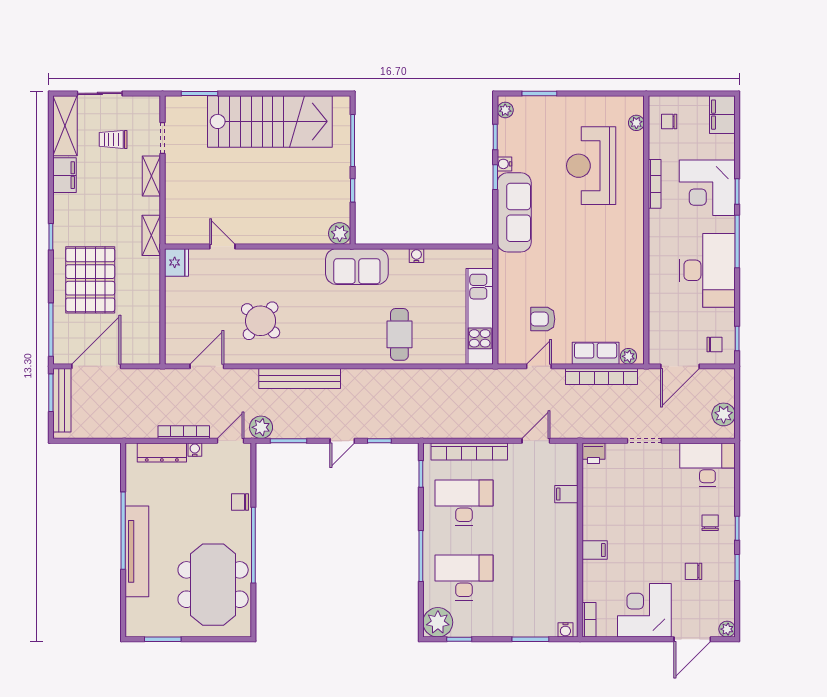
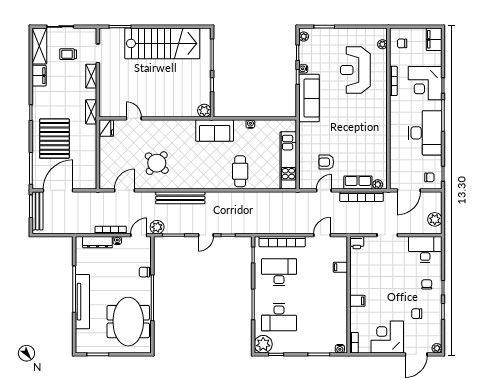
desk: (464, 578) -> (279, 317), turned 180

